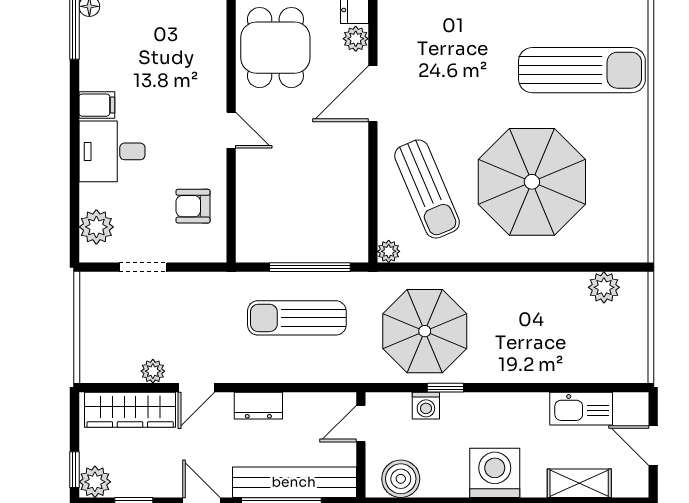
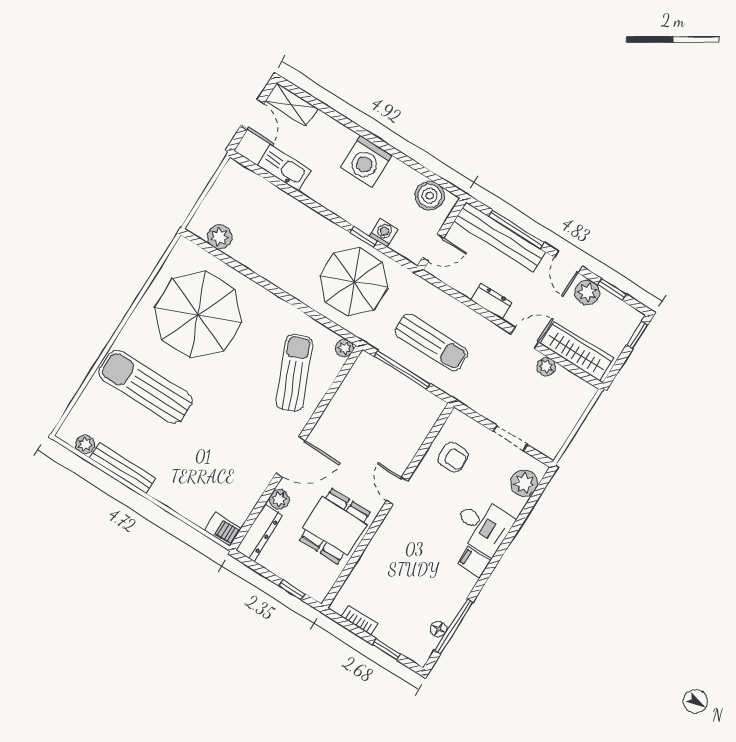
parasol: (532, 182) -> (198, 315), moved
plant: (95, 482) -> (587, 292), moved
shelving: (579, 483) -> (291, 105), moved

